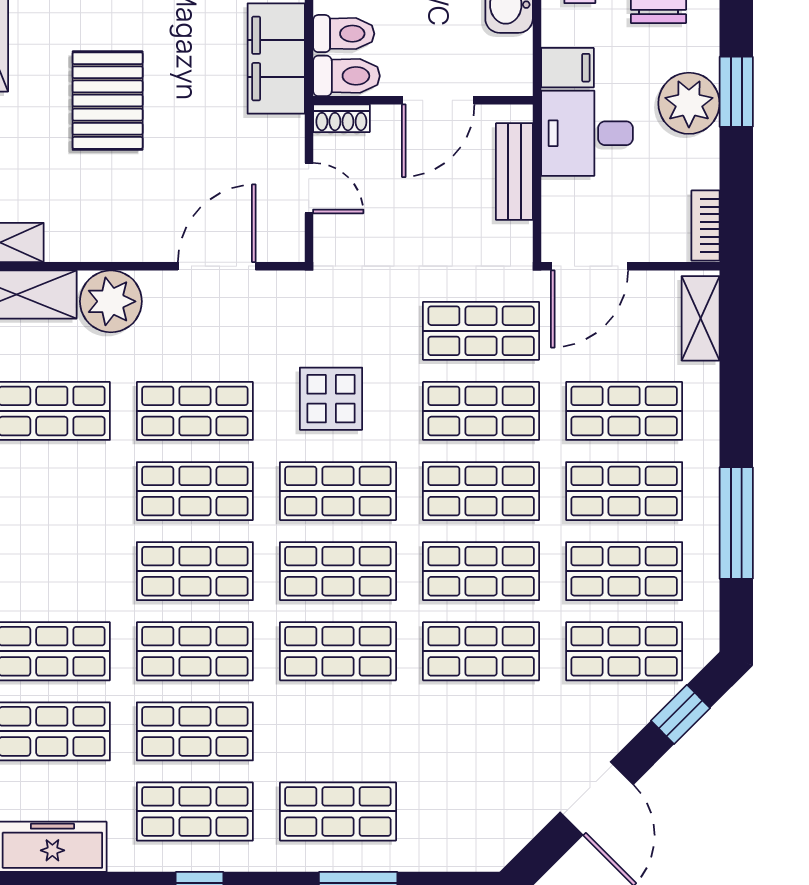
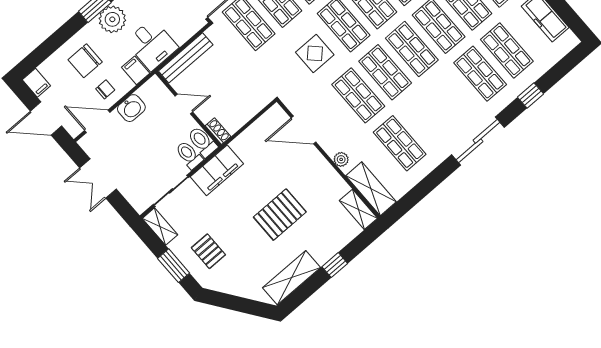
door: (438, 100) -> (184, 104), width x0.73
bench: (514, 172) -> (186, 58), width x1.36
door: (309, 188) -> (251, 122), removed
plant: (111, 301) -> (341, 159), width x0.53, depth x0.53

